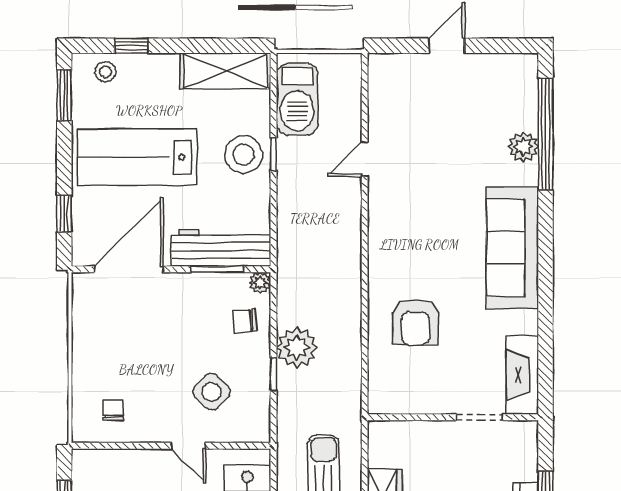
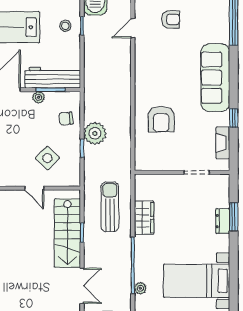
armchair: (432, 143) -> (171, 19), added
plant: (523, 147) -> (221, 21), removed
stool: (243, 155) -> (65, 26), width x0.53, depth x0.53
plant: (260, 283) -> (39, 97), moved
window: (545, 320) -> (234, 118), added
fireplace: (522, 375) -> (223, 143), width x0.73, depth x0.76

